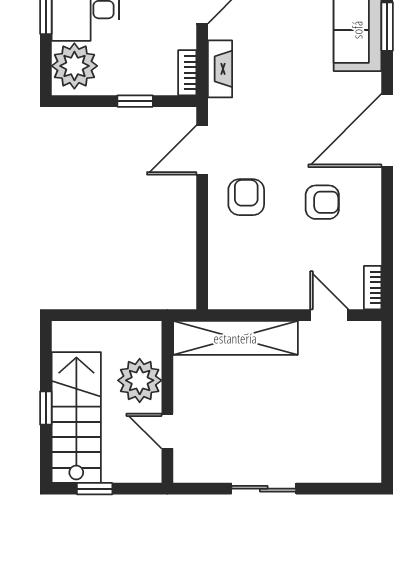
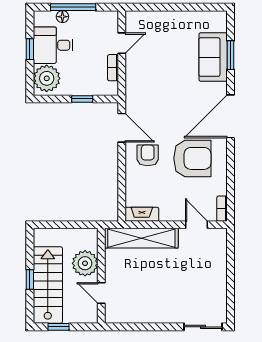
fireplace: (220, 69) -> (142, 214), moved, turned -90
bookcase: (187, 73) -> (113, 68), moved
door: (202, 150) -> (122, 128), swing flipped
armchair: (322, 202) -> (192, 158), width x1.88, depth x1.88
sliding door: (264, 489) -> (203, 327), moved

